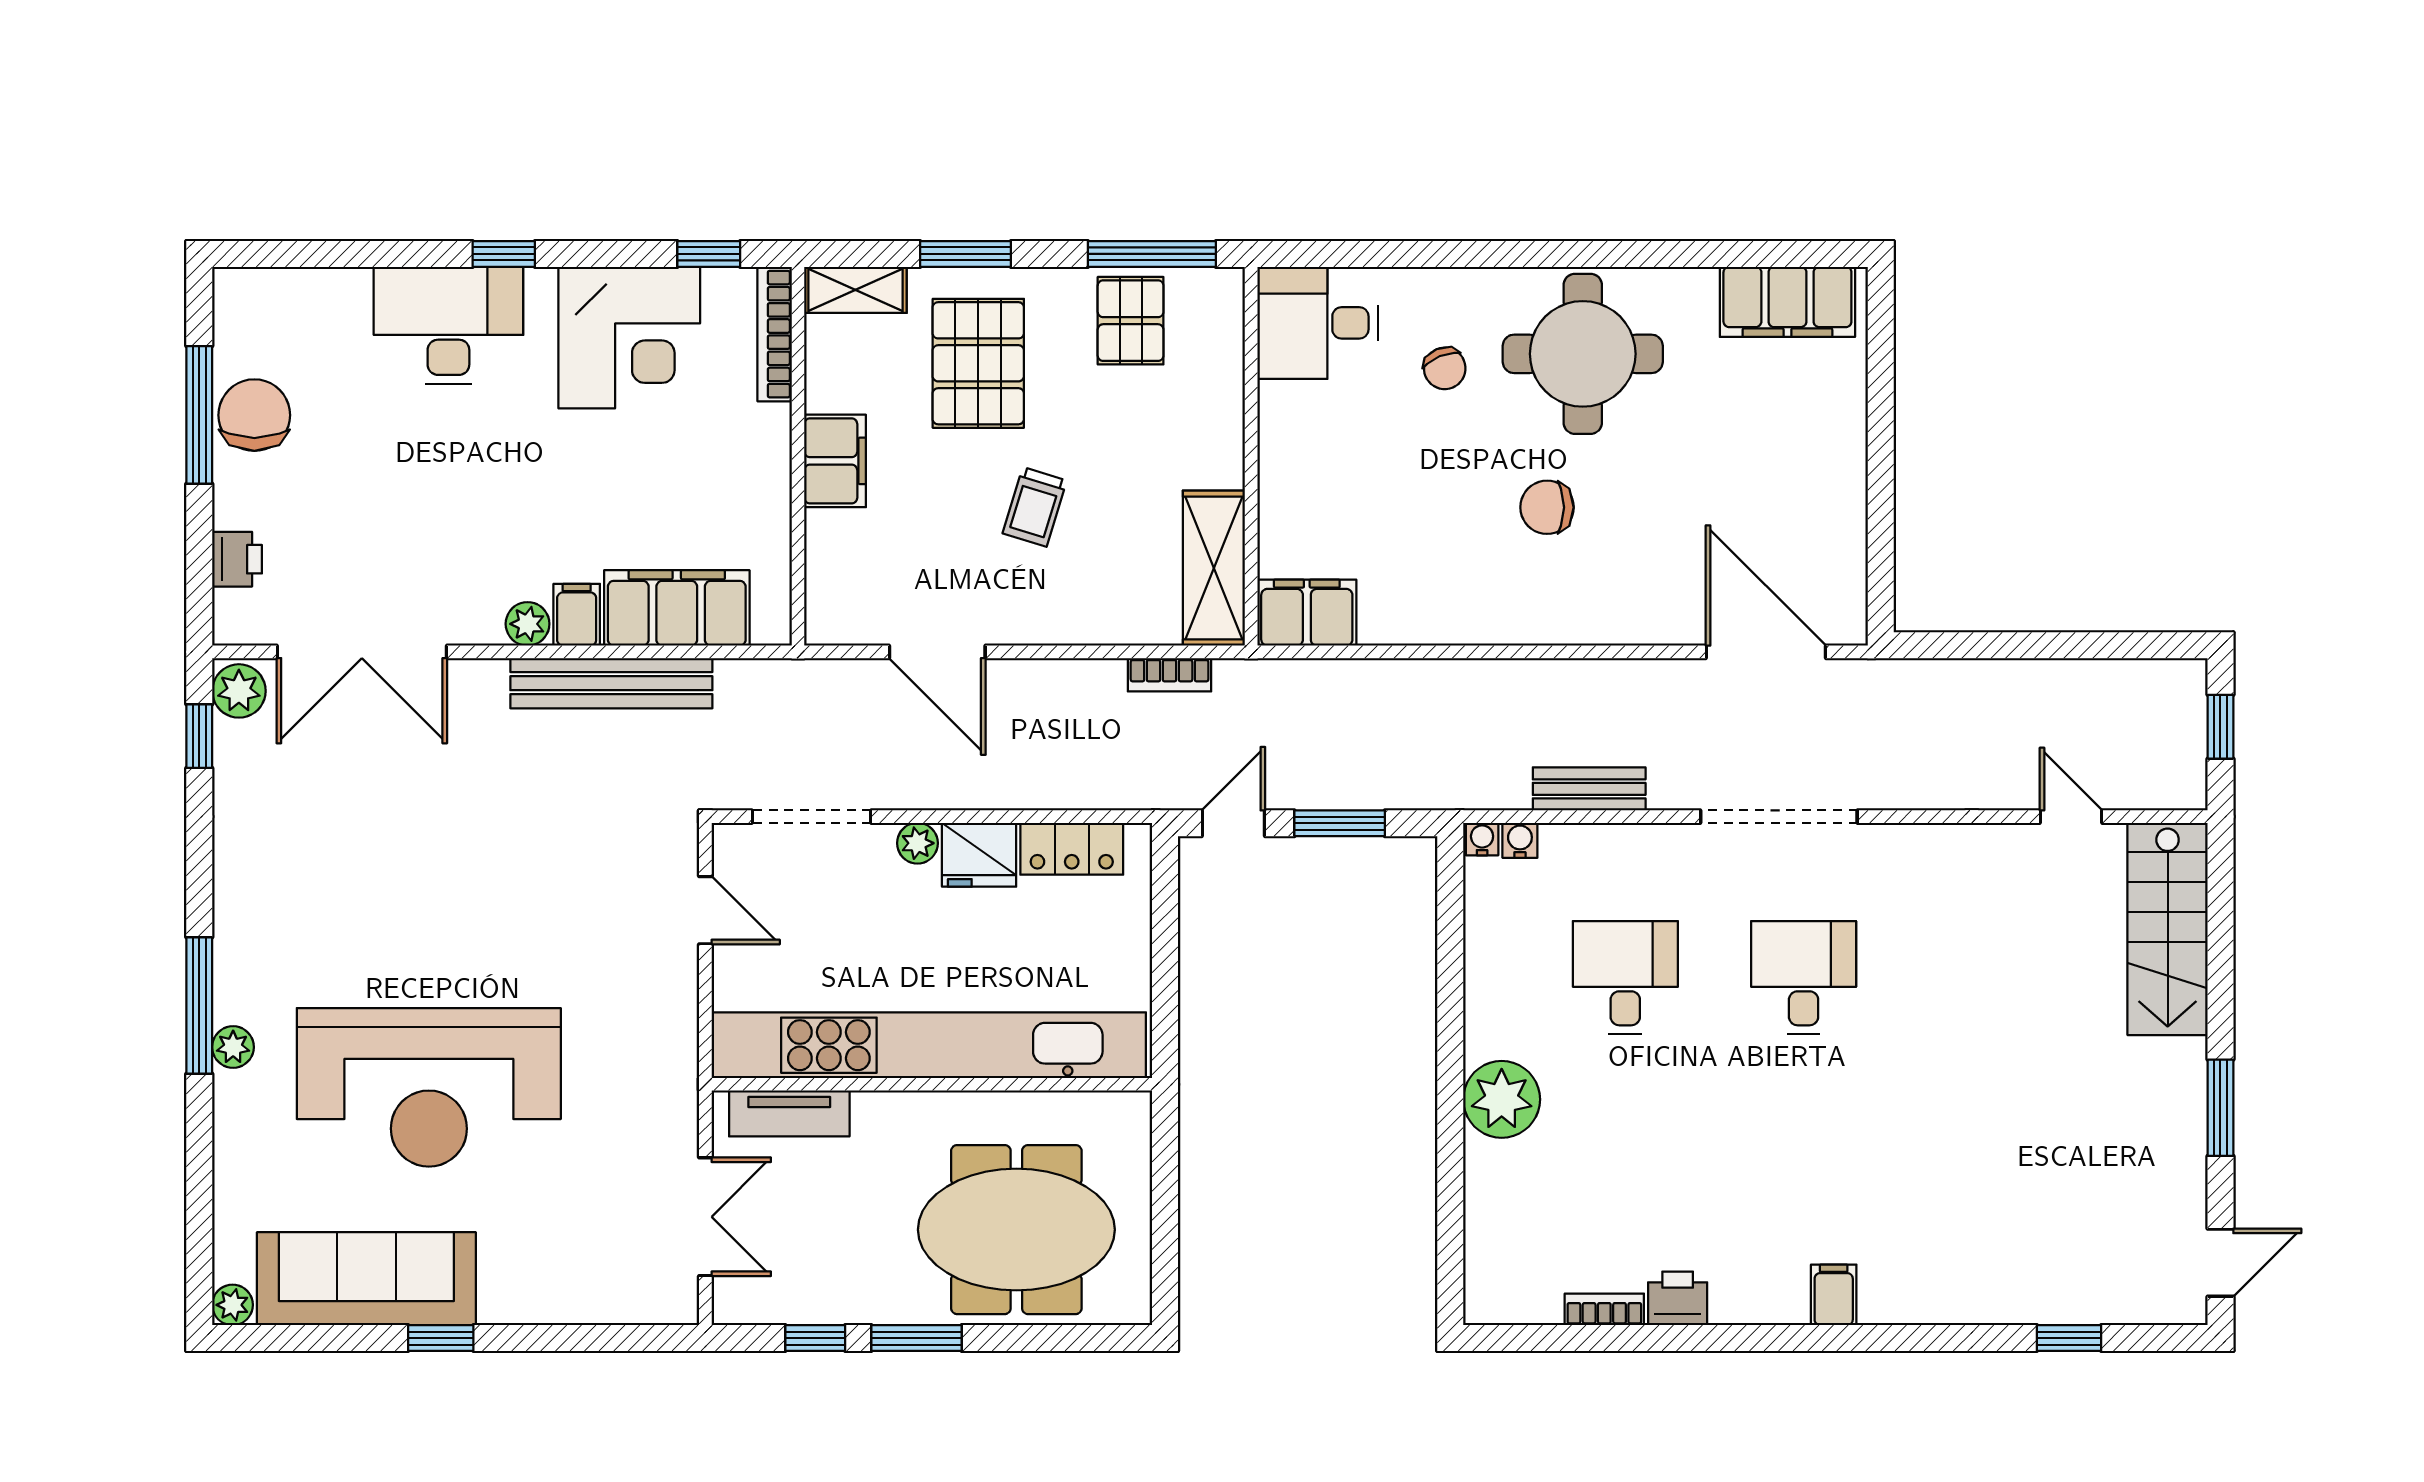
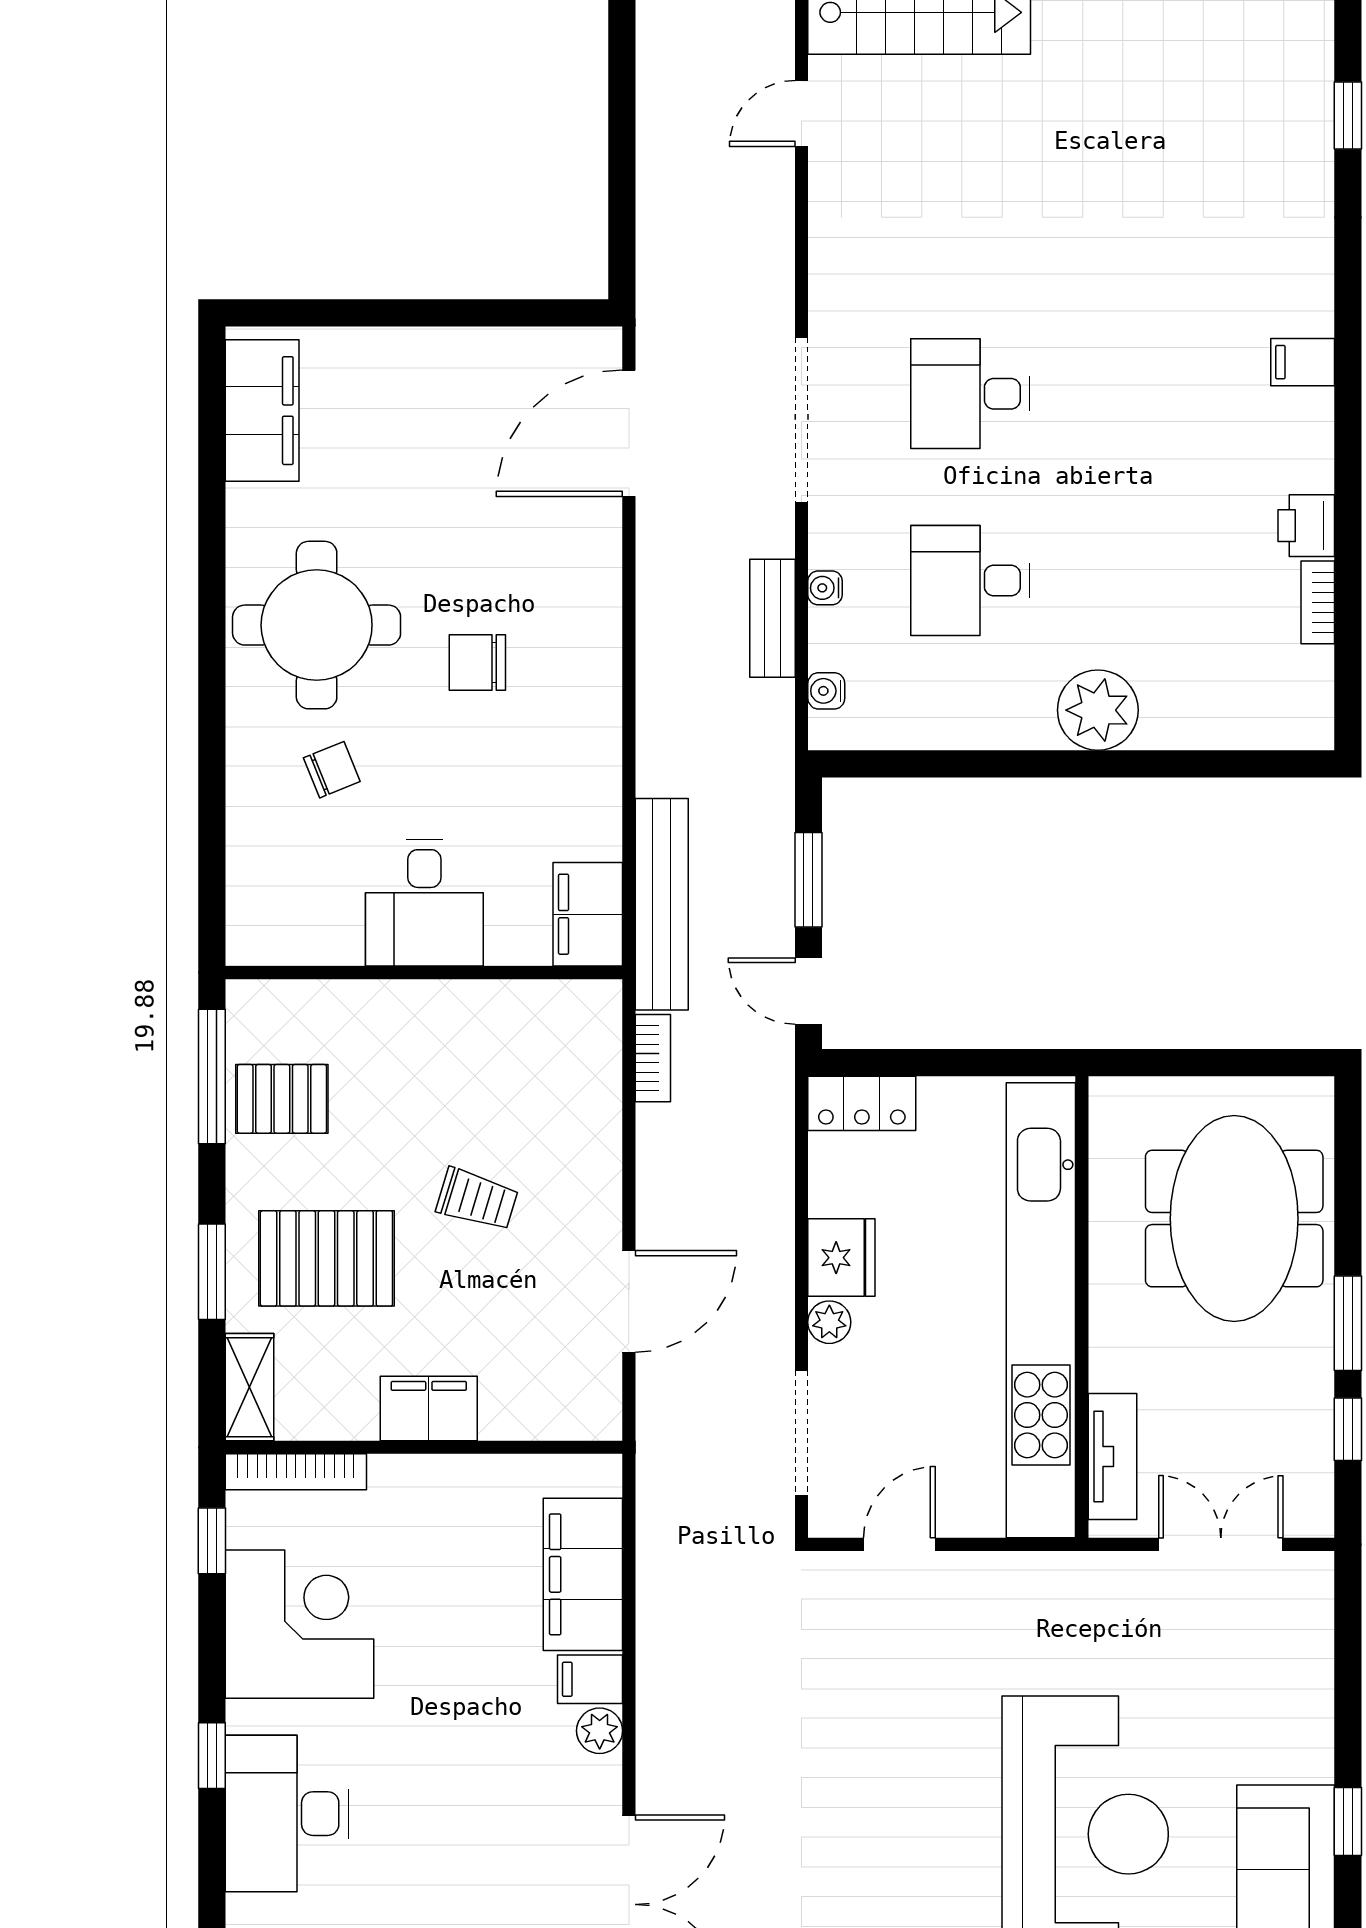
desk: (1318, 323) -> (424, 903), moved
chair: (1547, 507) -> (477, 662), turned 90
shelving: (1214, 568) -> (541, 1012), removed
bench: (611, 683) -> (662, 904), moved
water cooler: (1482, 839) -> (825, 588), moved
locker: (1072, 849) -> (862, 1103), moved, turned 90

